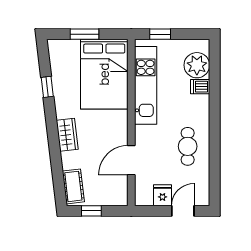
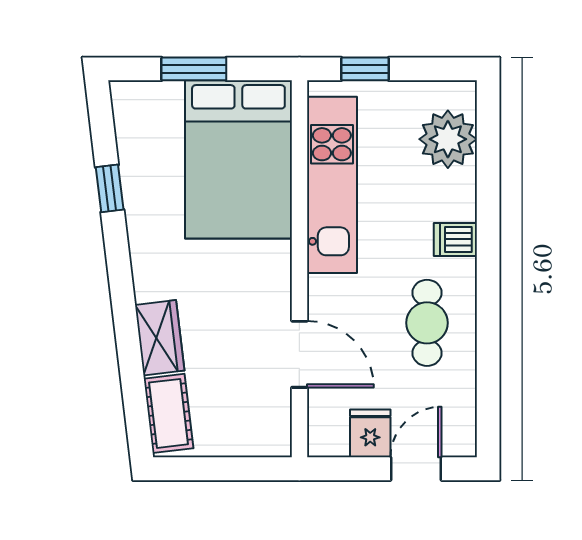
dishwasher: (200, 87) -> (455, 239), moved
wardrobe: (67, 135) -> (160, 338), moved
door: (131, 160) -> (299, 354), swing flipped
window: (91, 211) -> (209, 469), removed

